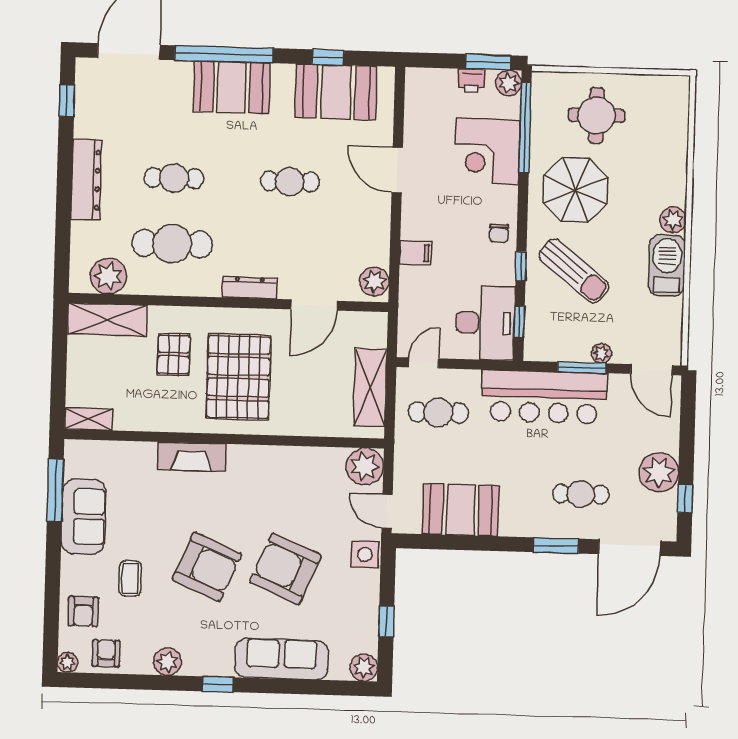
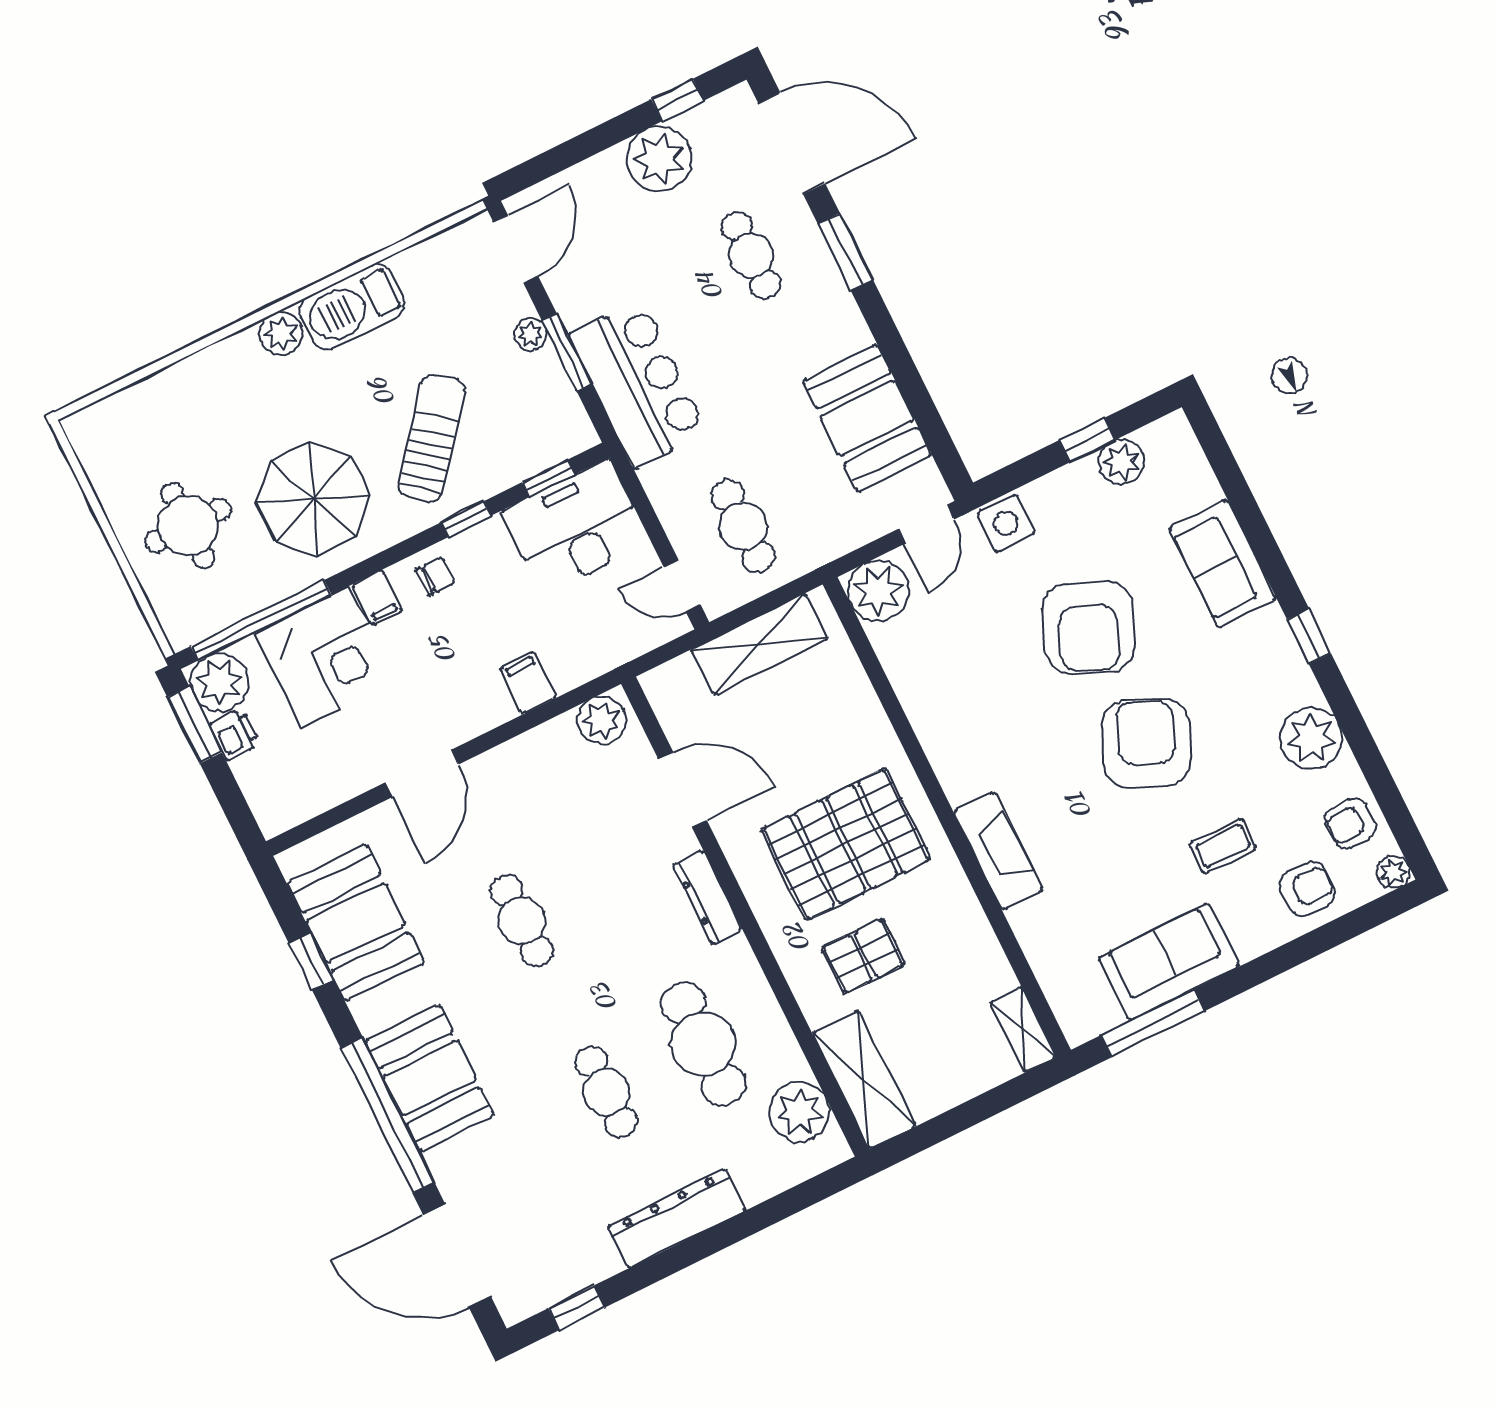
plant: (509, 83) -> (219, 682), width x1.36, depth x1.36
filing cabinet: (504, 196) -> (377, 598), added
bar counter: (544, 397) -> (638, 384), width x0.73
sofa: (281, 659) -> (1223, 564), width x0.73
plant: (167, 662) -> (1311, 738), width x1.36, depth x1.36
plant: (364, 668) -> (1121, 462), moved

